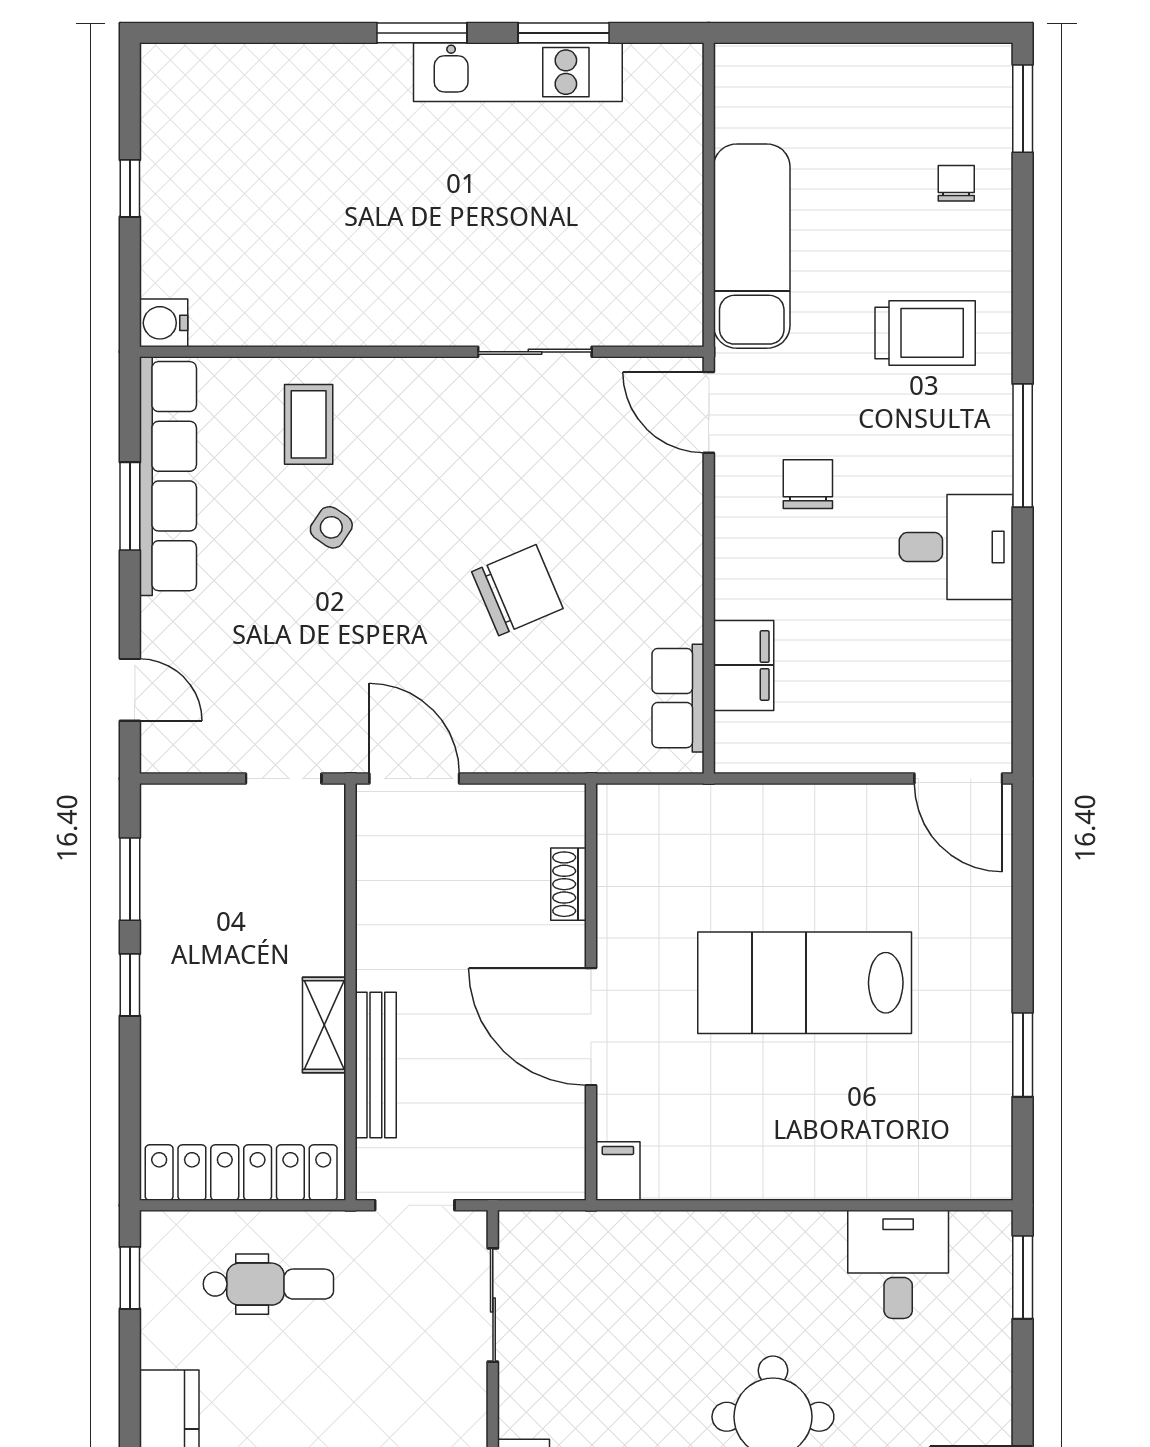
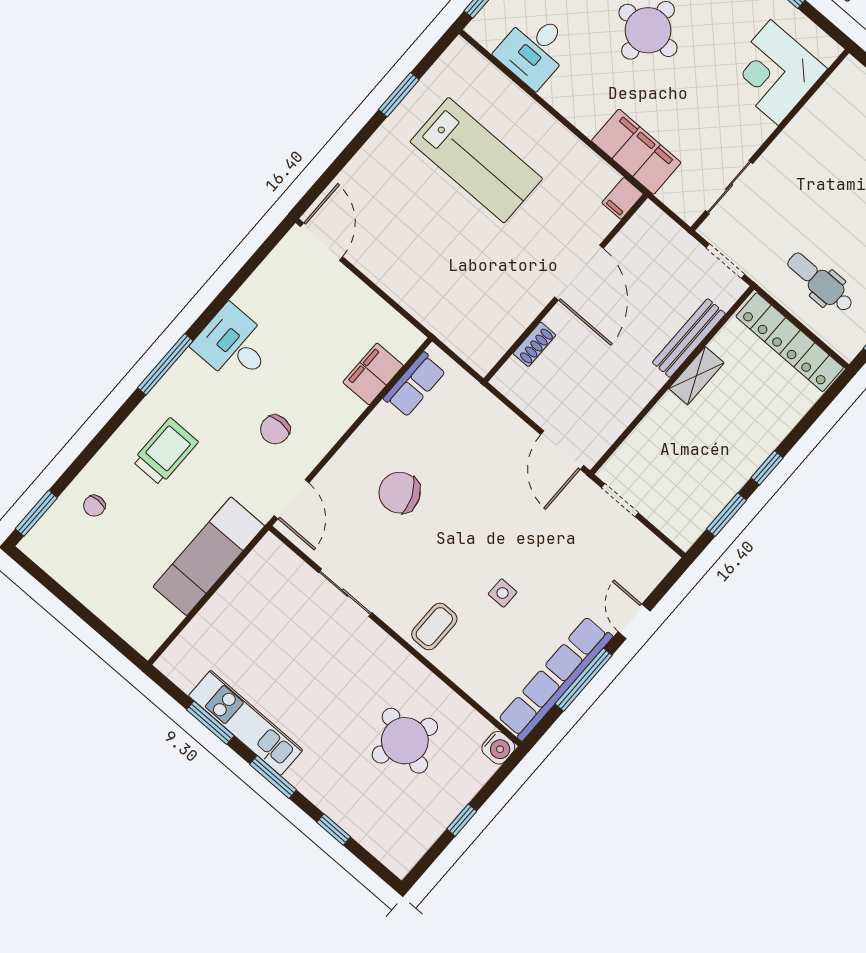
window: (285, 33) -> (334, 830), added
round table: (292, 227) -> (405, 741), added
trolley: (925, 333) -> (165, 451), turned 90
coffee table: (309, 424) -> (434, 627), moved
window: (130, 506) -> (584, 680), width x1.44
side table: (331, 527) -> (503, 593), turned -34
chair: (517, 590) -> (400, 493), moved
door: (130, 690) -> (634, 621), moved
lab bench: (805, 983) -> (476, 160), moved
filing cabinet: (652, 1247) -> (636, 152), added

